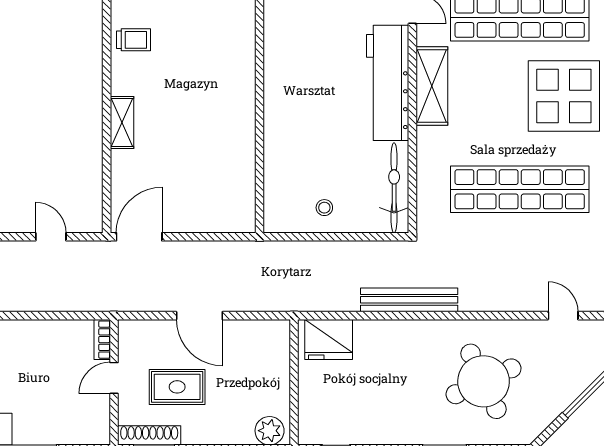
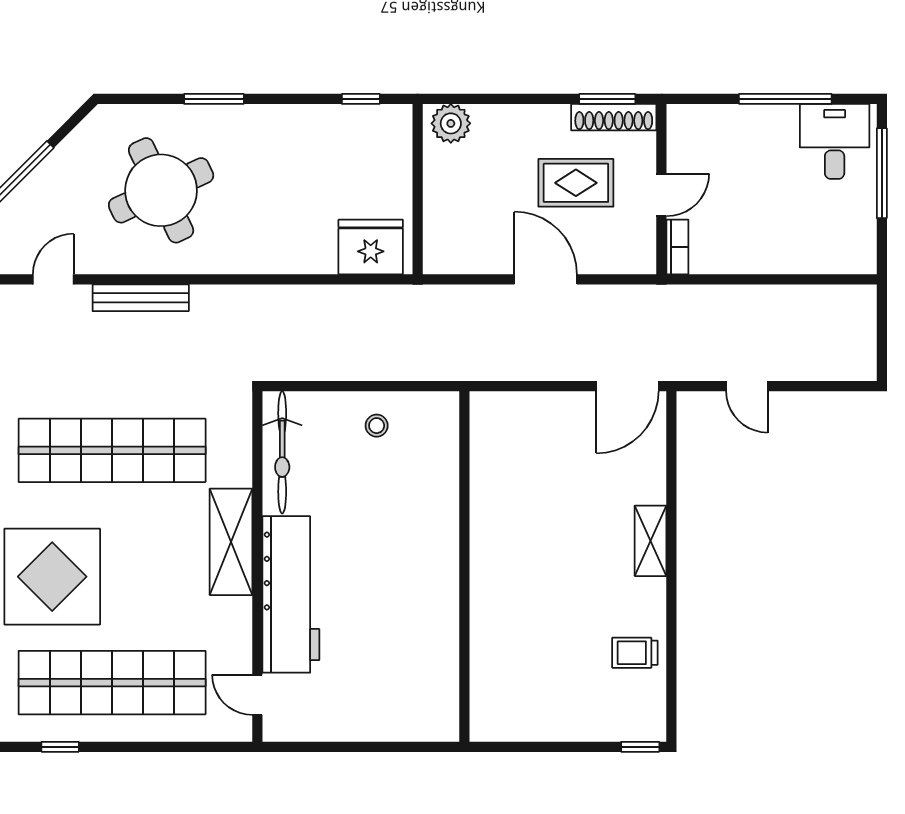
shelving: (432, 86) -> (231, 542), moved
bench: (409, 300) -> (141, 298), moved, width x0.73, depth x0.82
door: (563, 316) -> (53, 279), swing flipped

